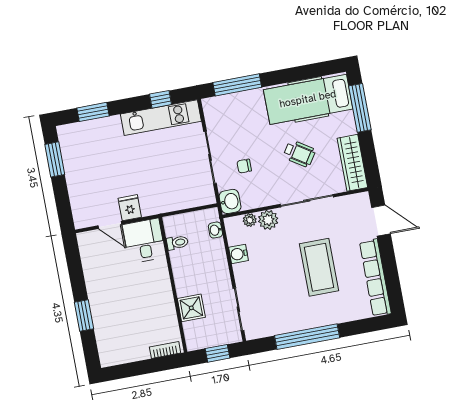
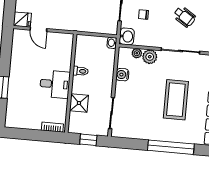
fridge: (130, 208) -> (22, 20), moved, turned 90
washbasin: (215, 230) -> (112, 43), moved
desk: (144, 241) -> (55, 84), moved, turned 90
toilet: (177, 243) -> (81, 71), moved
window: (307, 337) -> (171, 147), moved

